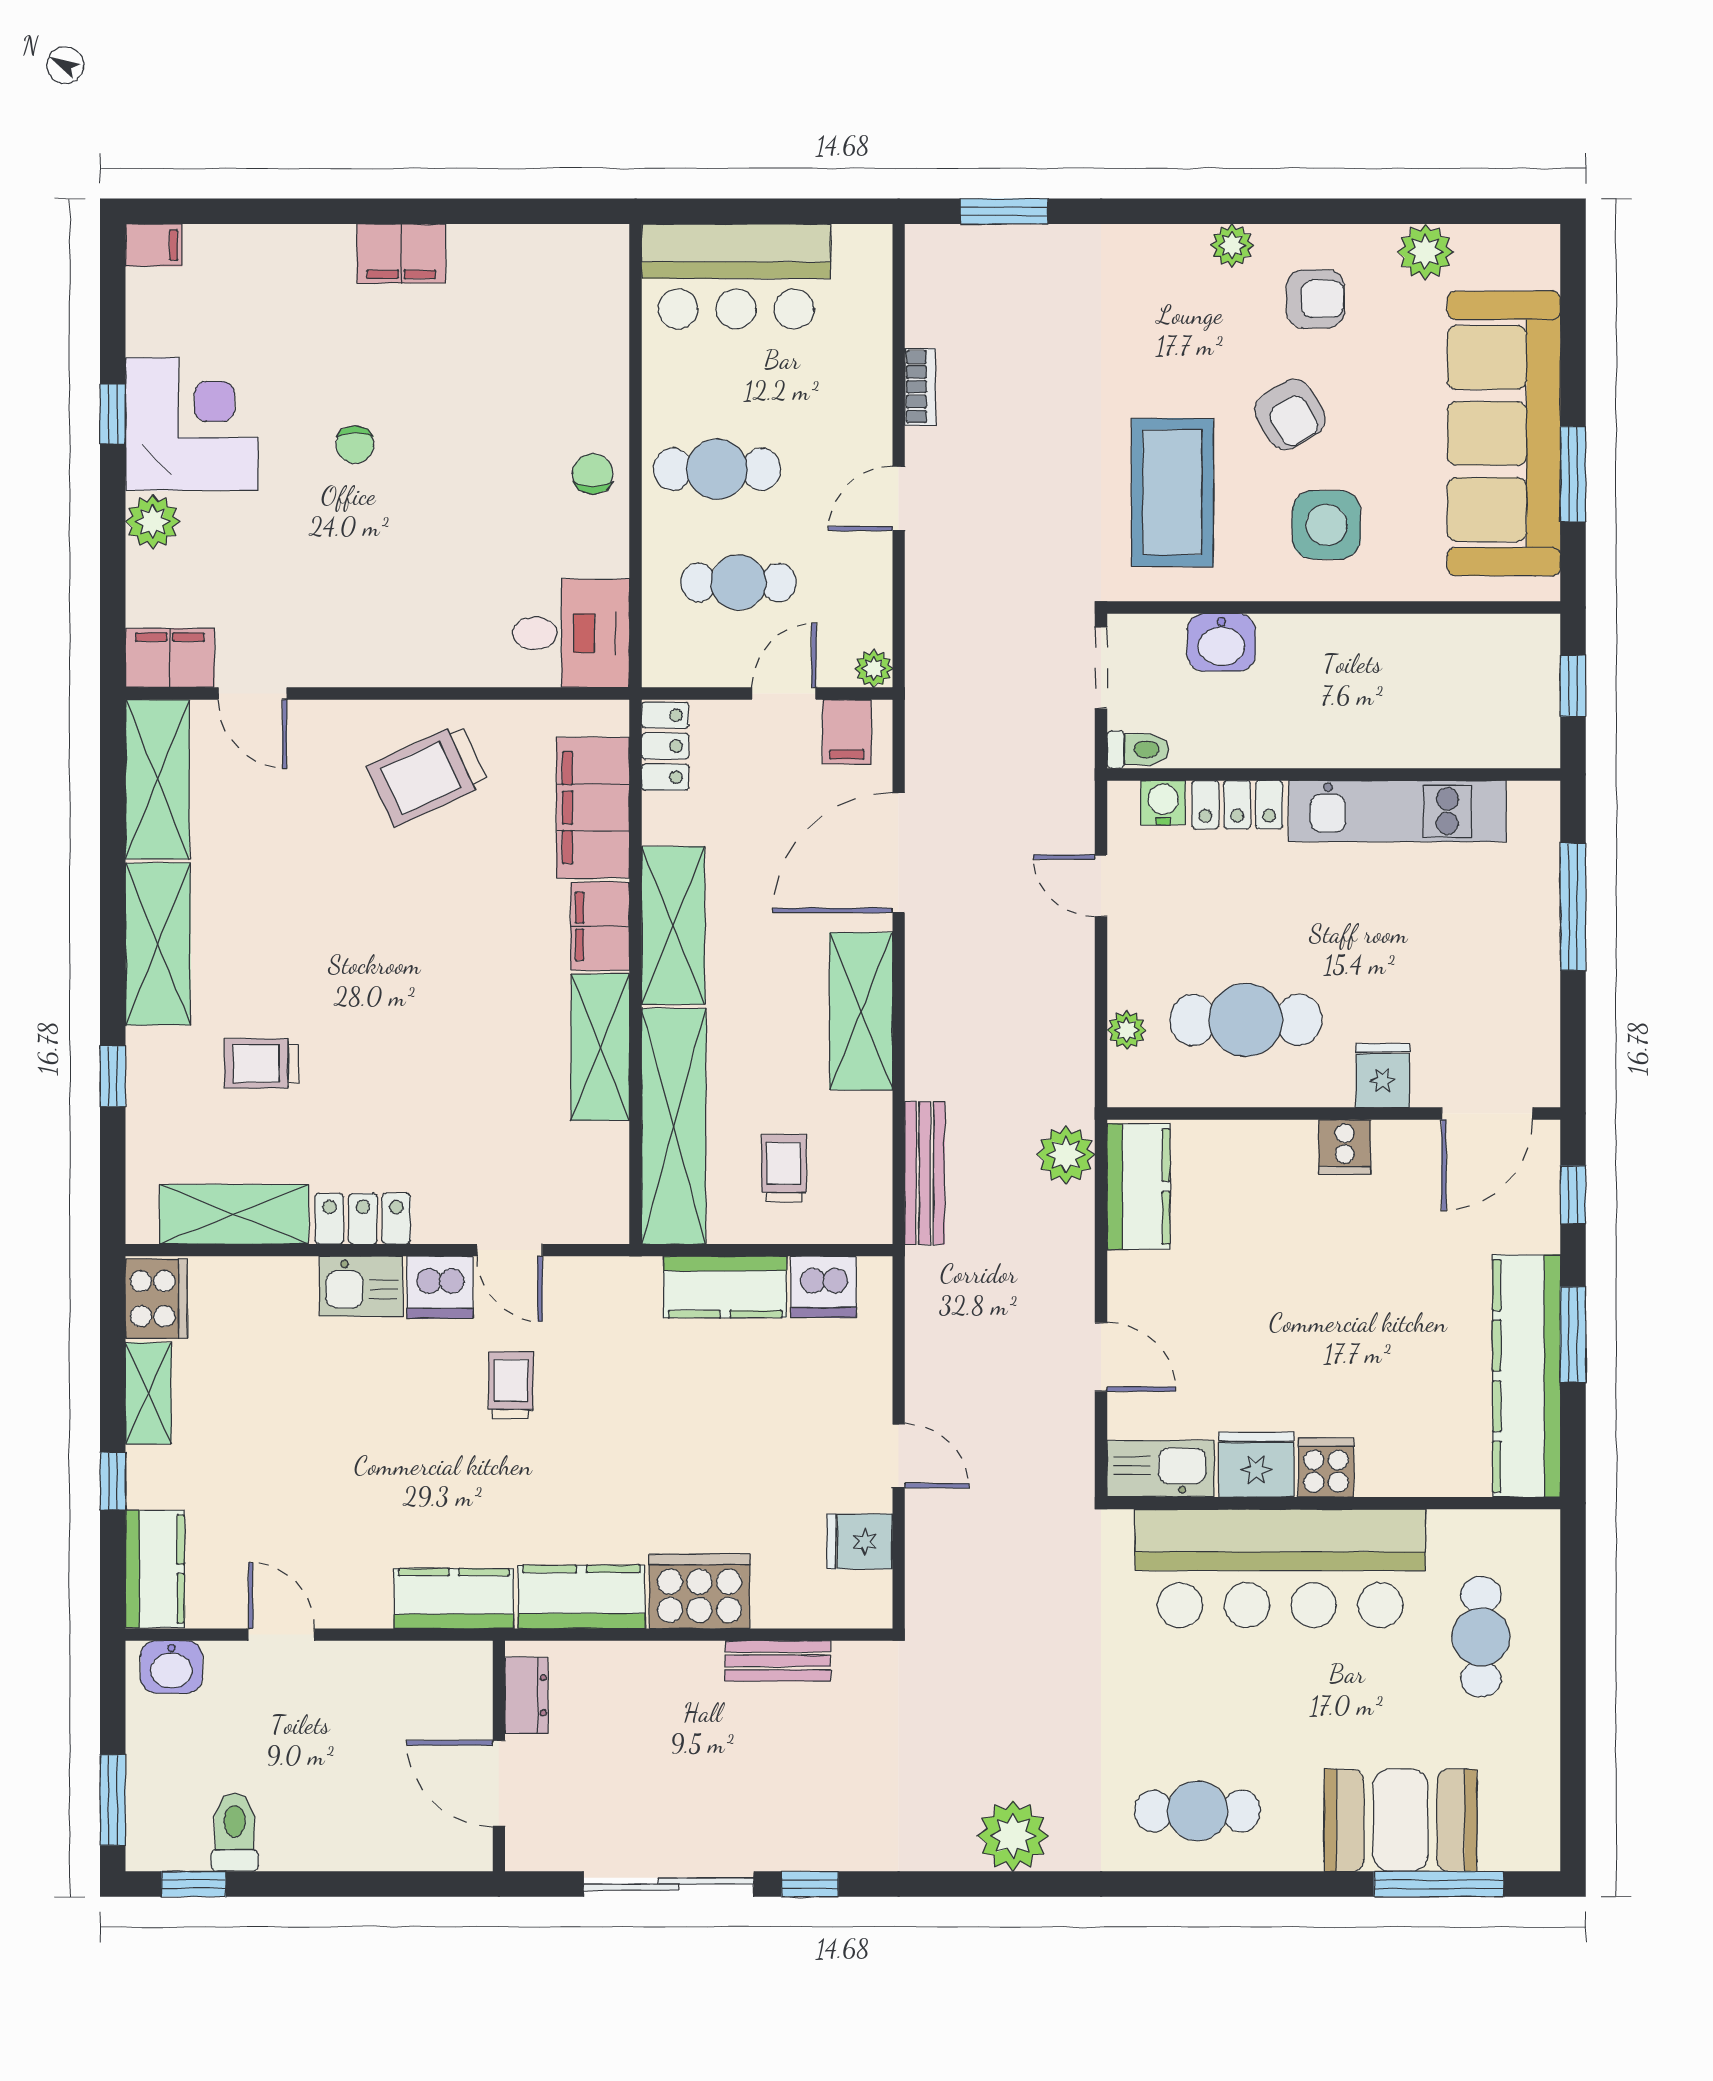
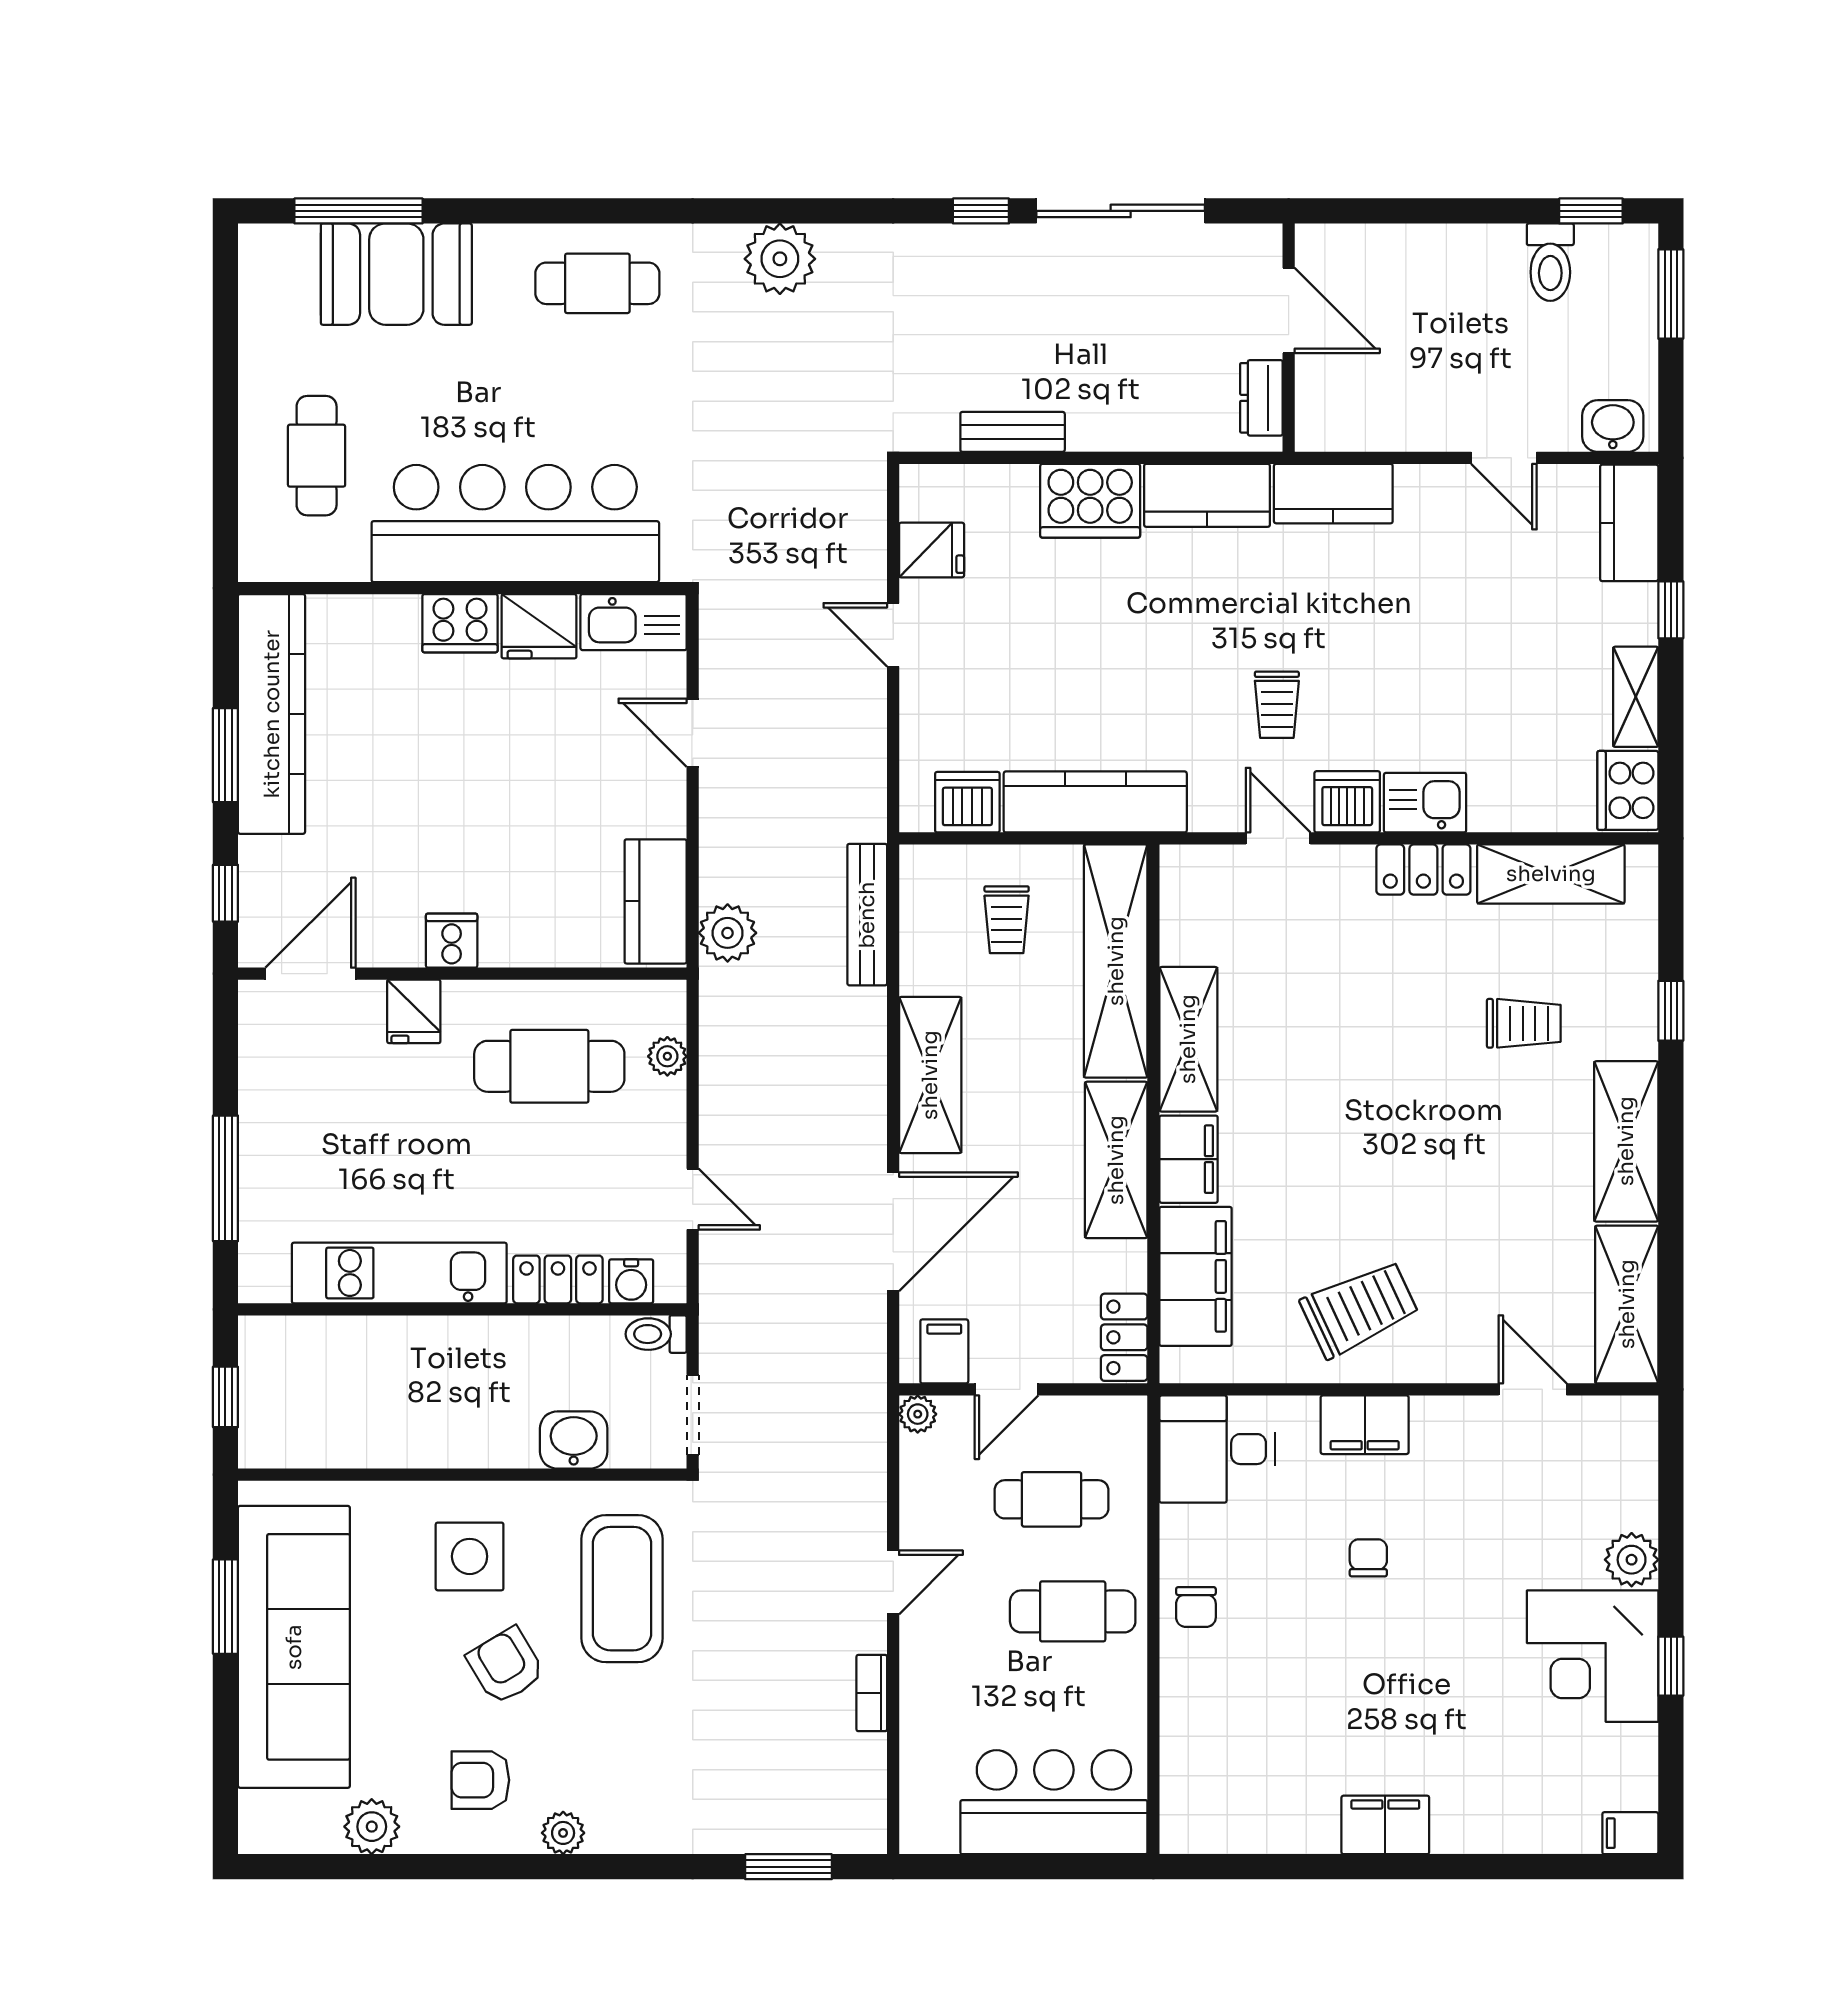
chair: (355, 445) -> (1368, 1558), moved
filing cabinet: (170, 658) -> (1365, 1425), moved
kitchen counter: (725, 1287) -> (1095, 802), width x1.50
cooker: (1326, 1468) -> (460, 623), width x1.36

